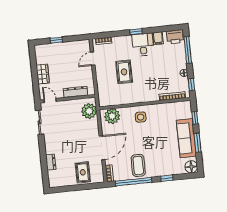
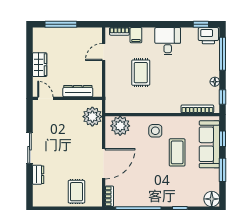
window: (136, 32) -> (201, 24), moved
filing cabinet: (158, 38) -> (136, 35), moved
window: (56, 40) -> (61, 24), width x2.17
sliding door: (40, 122) -> (30, 148), moved
sofa: (186, 138) -> (209, 144), moved
coffee table: (138, 165) -> (177, 152), moved

